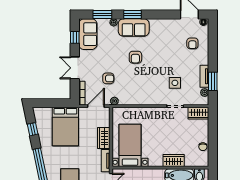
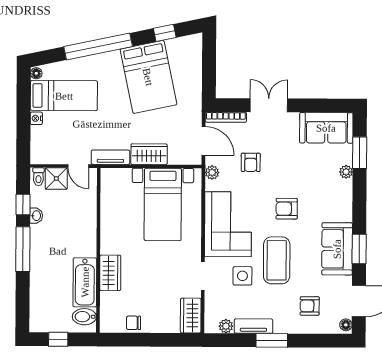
window: (133, 15) -> (359, 249), moved
sofa: (134, 27) -> (337, 249), moved
window: (75, 37) -> (321, 106), removed
coffee table: (166, 63) -> (277, 260), added
window: (213, 81) -> (272, 340), moved
corner sofa: (145, 92) -> (228, 224), added
bed: (65, 127) -> (148, 77), moved, turned -102
bed with nightstands: (130, 145) -> (163, 204), moved, turned 90

